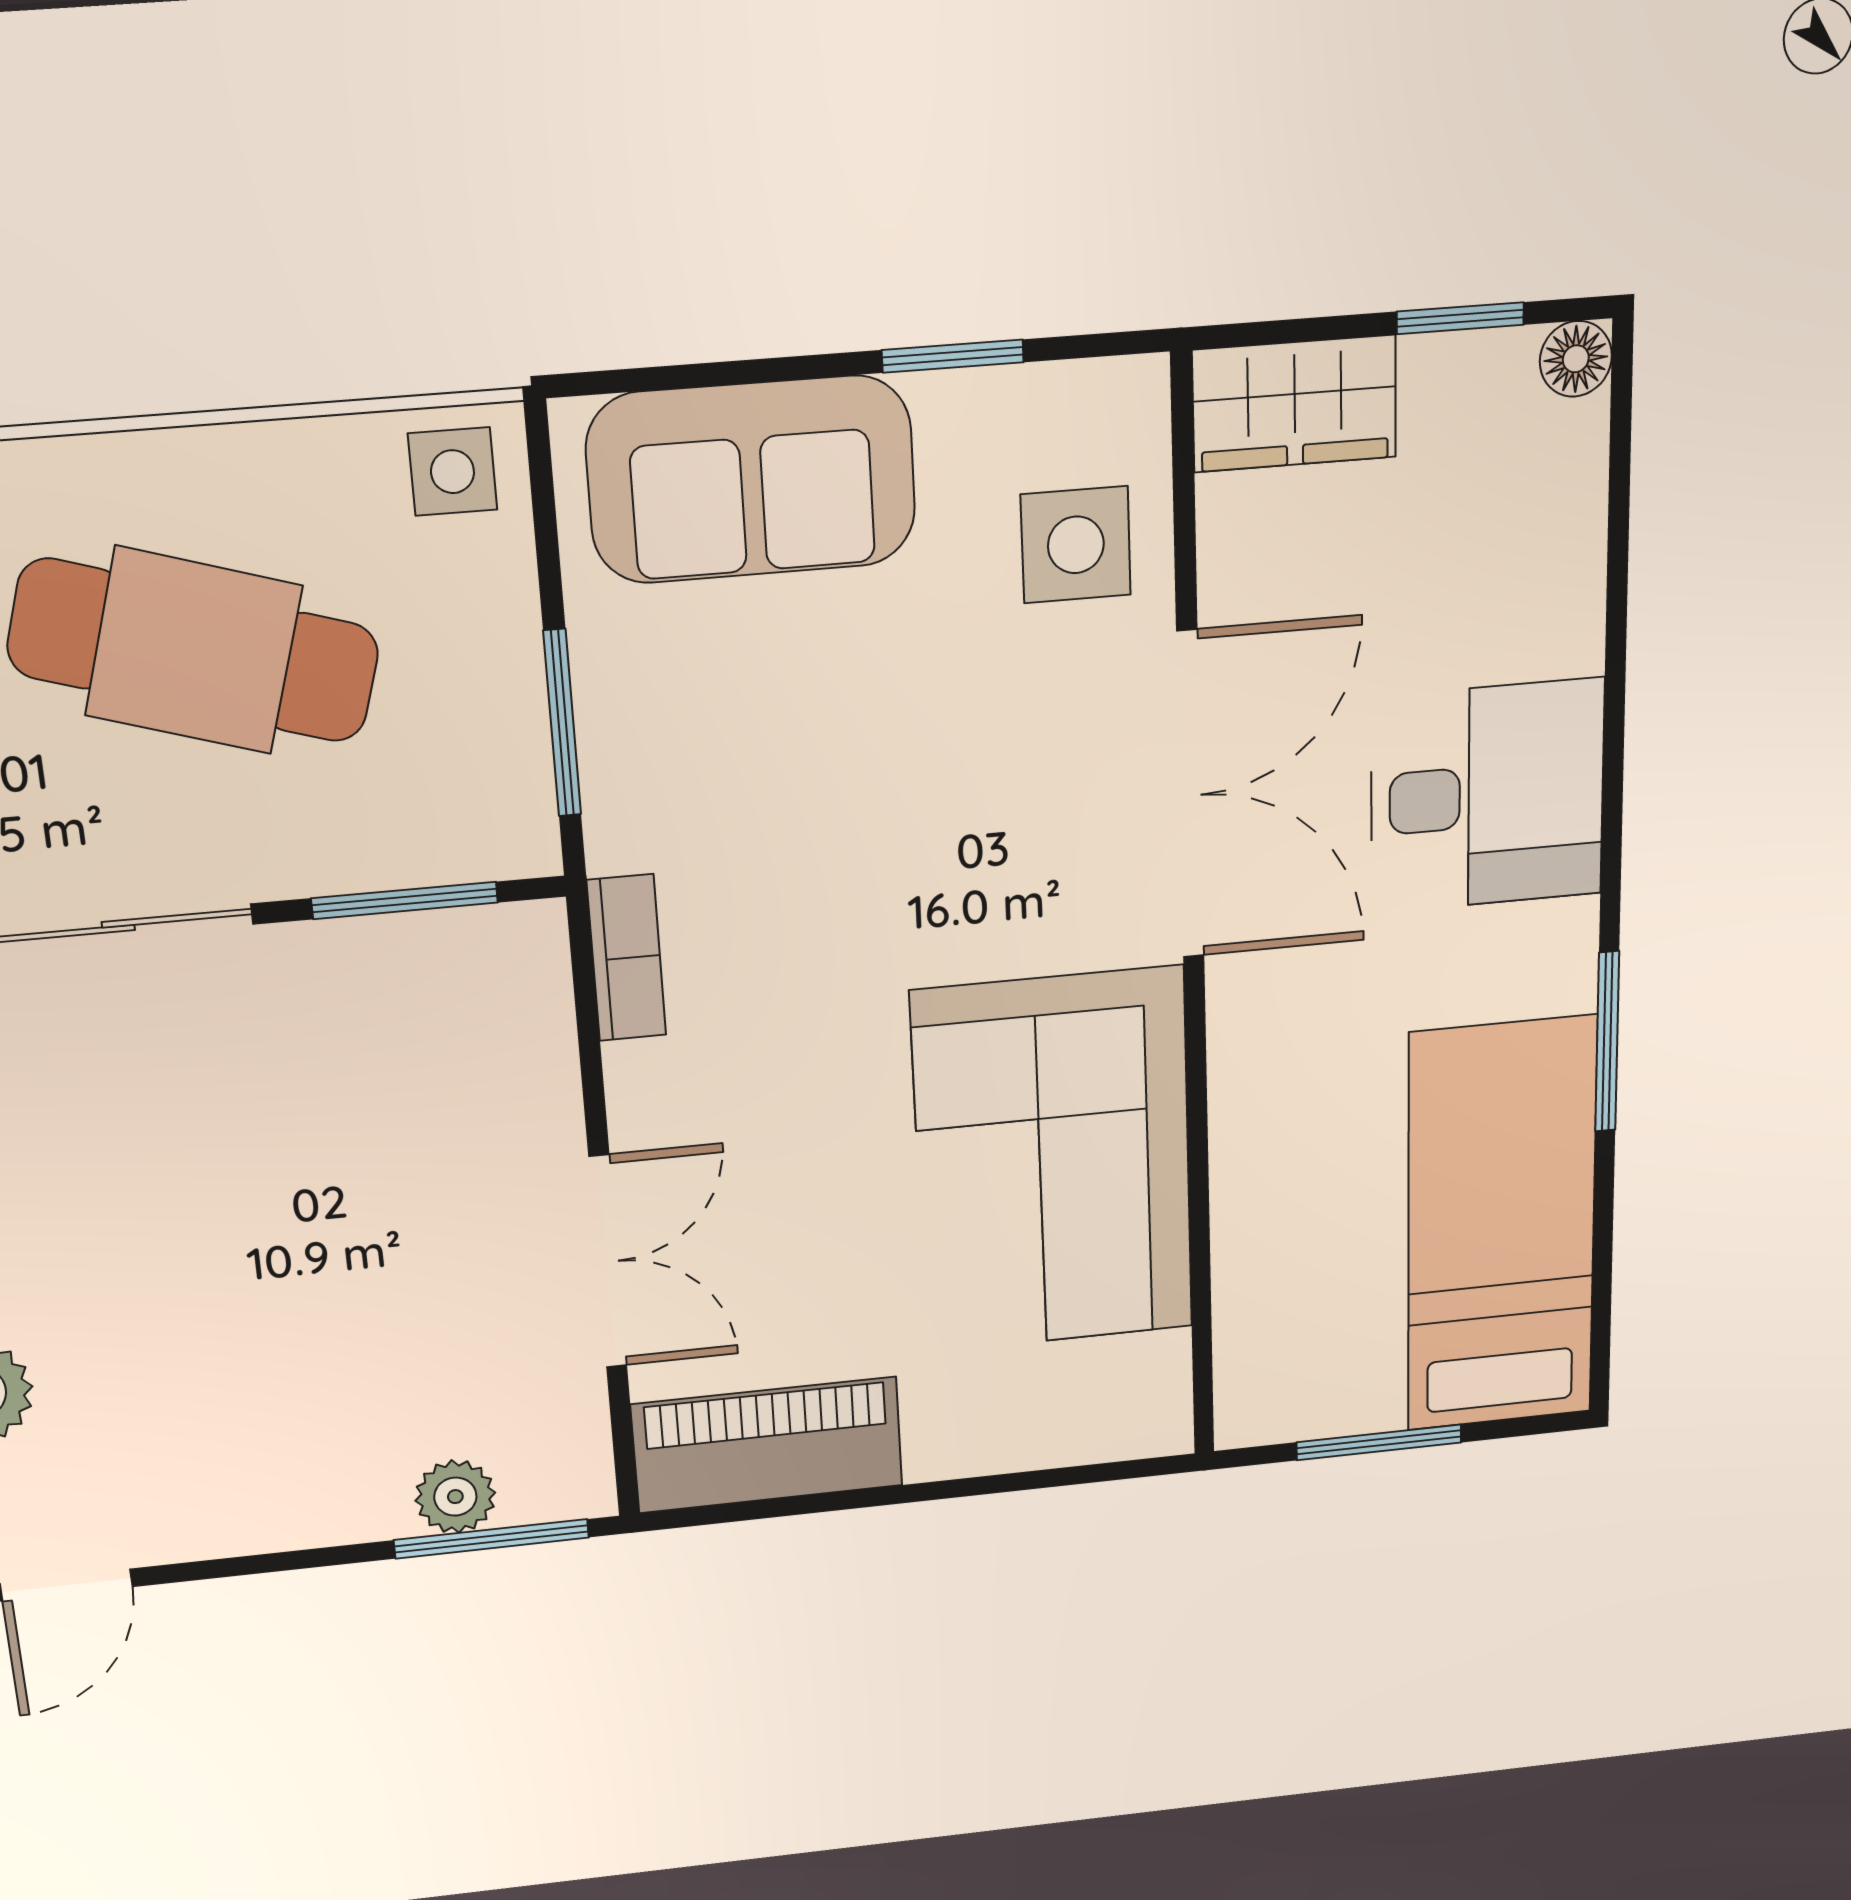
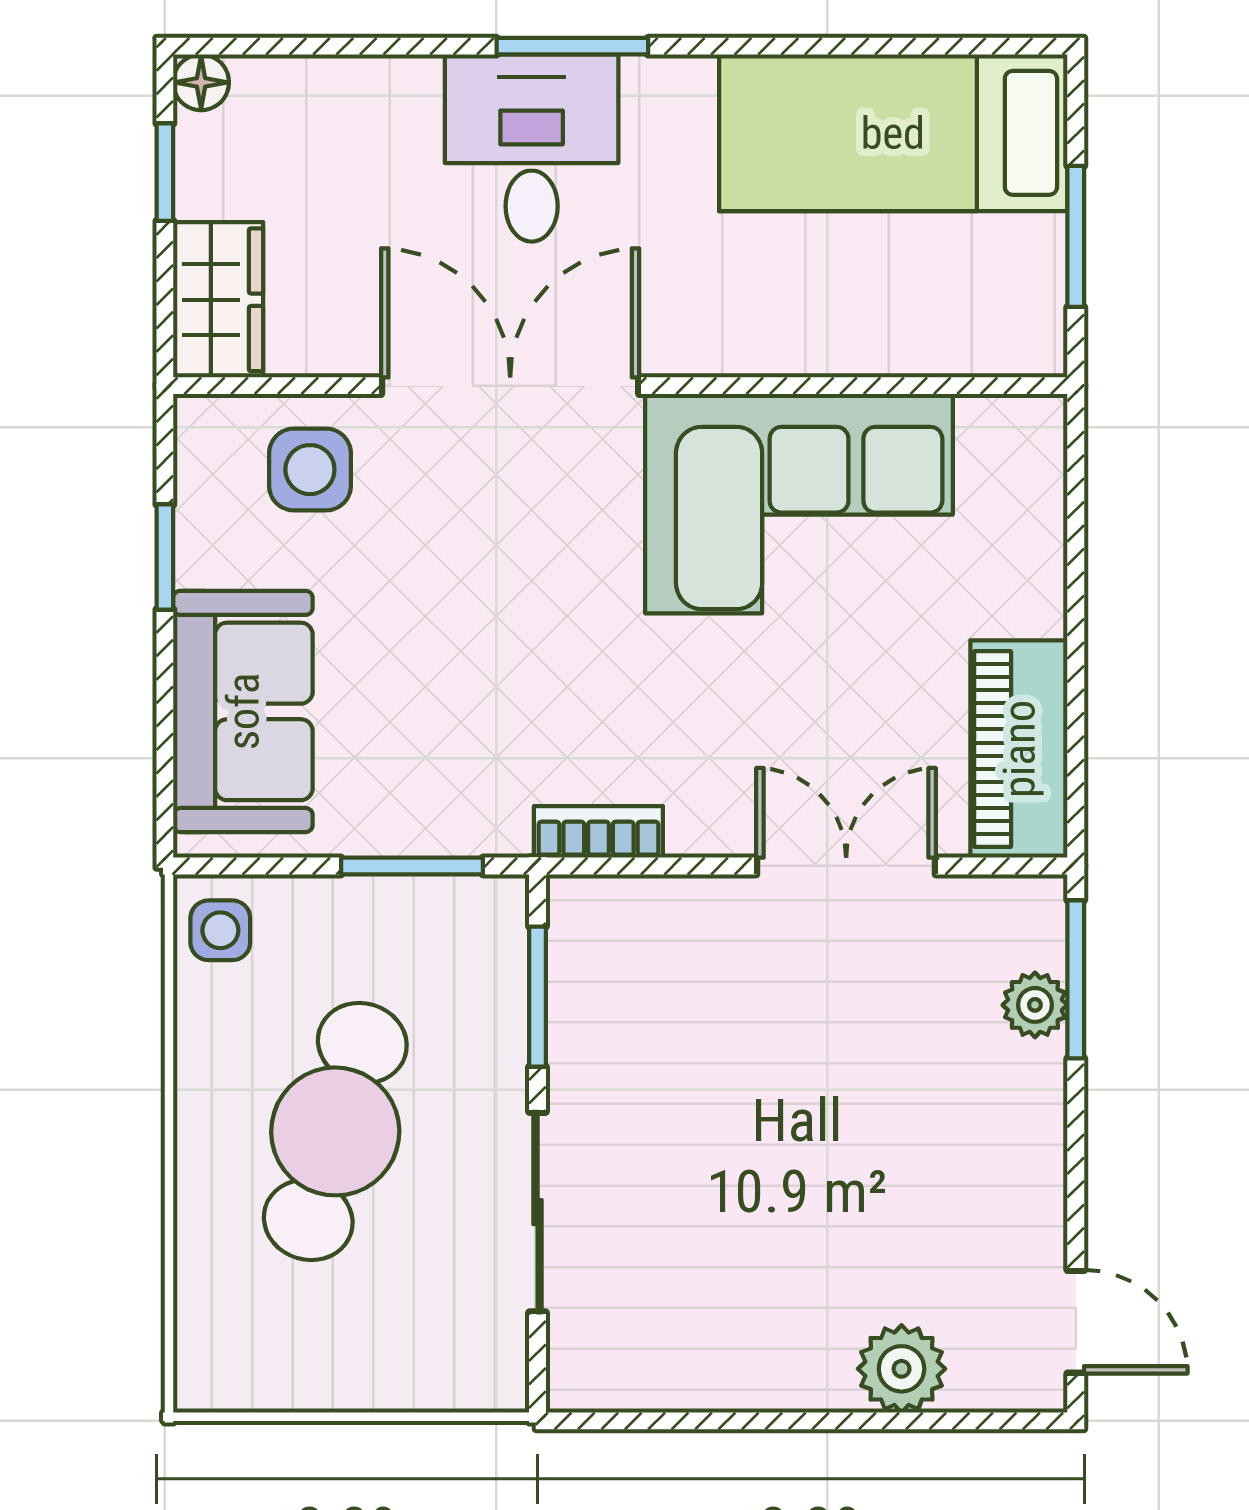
window: (1607, 1042) -> (572, 46), moved

